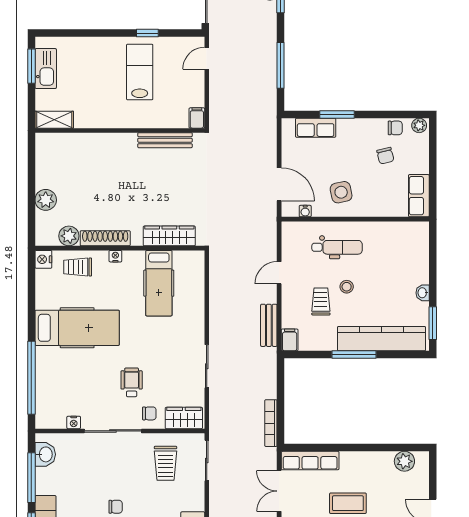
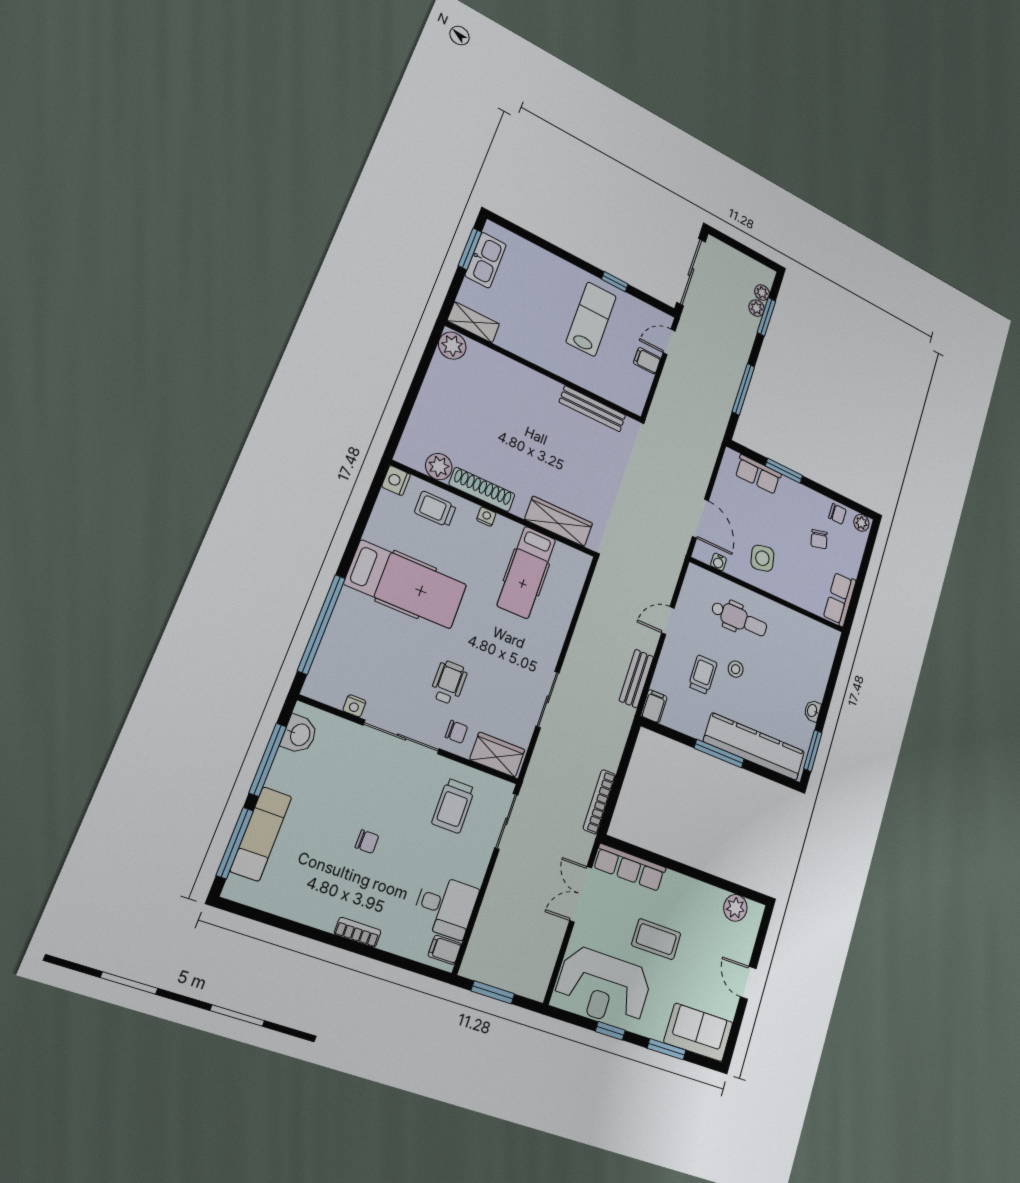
filing cabinet: (197, 118) -> (647, 361), moved, turned -90
plant: (46, 200) -> (452, 346), moved

